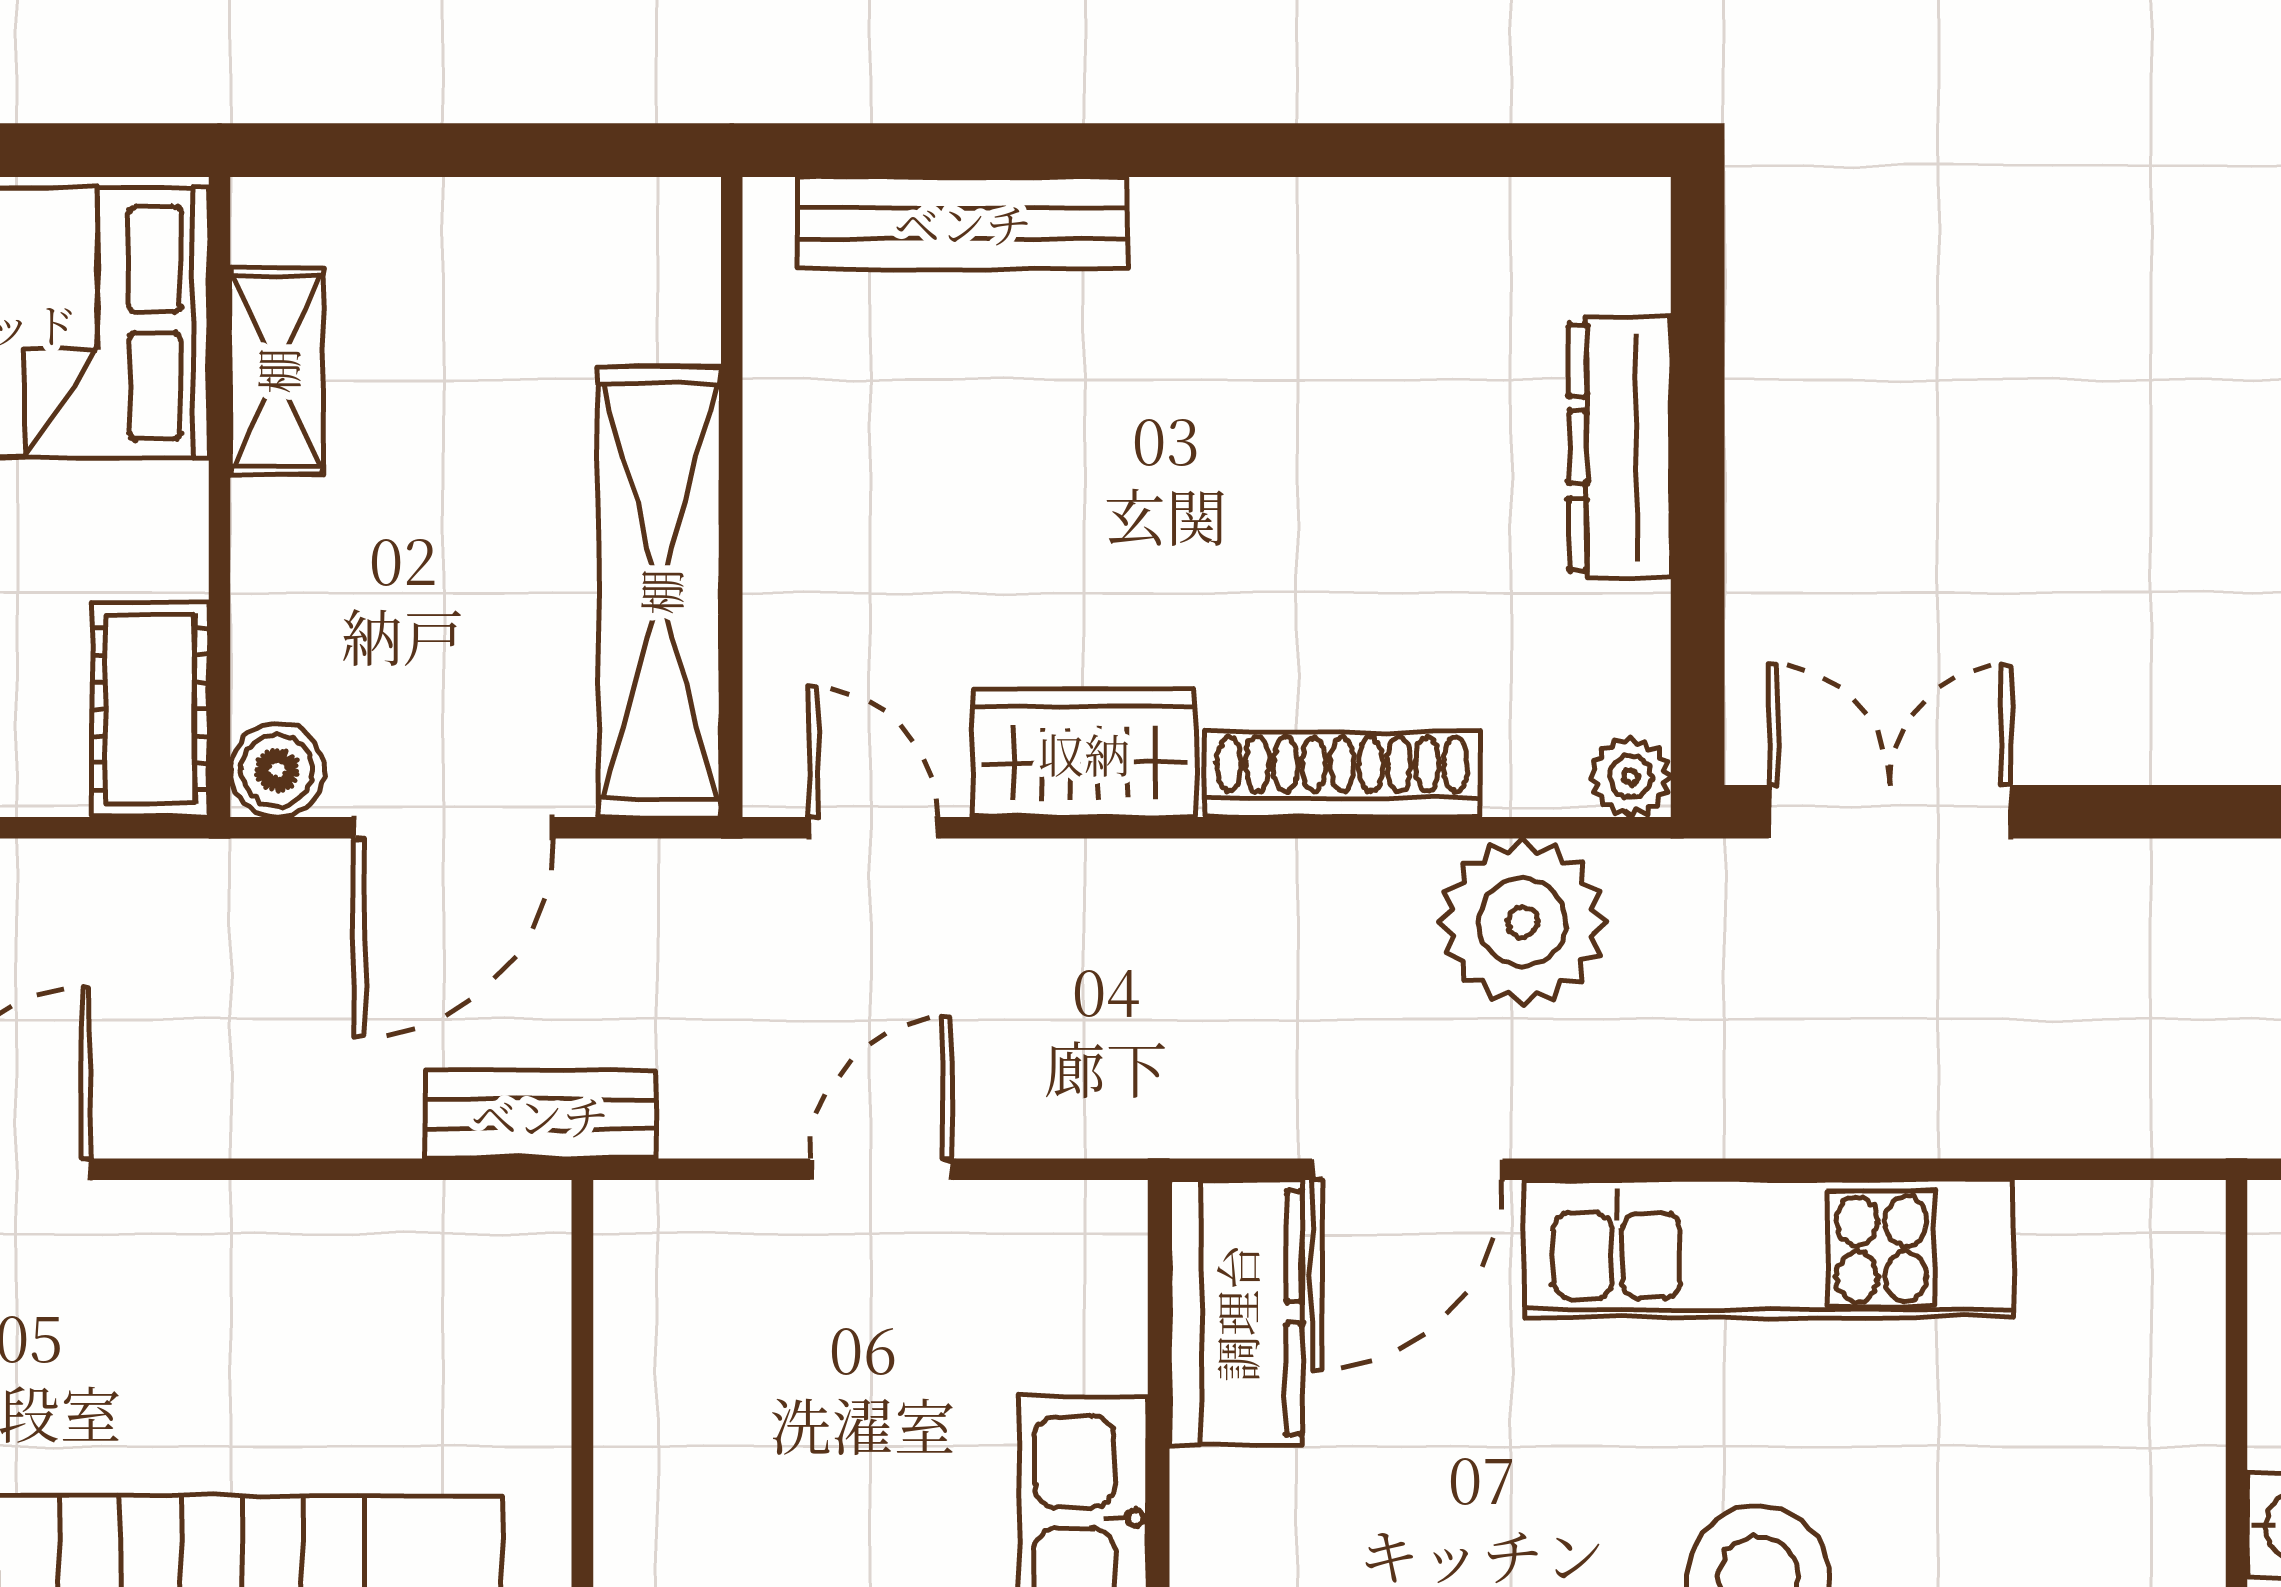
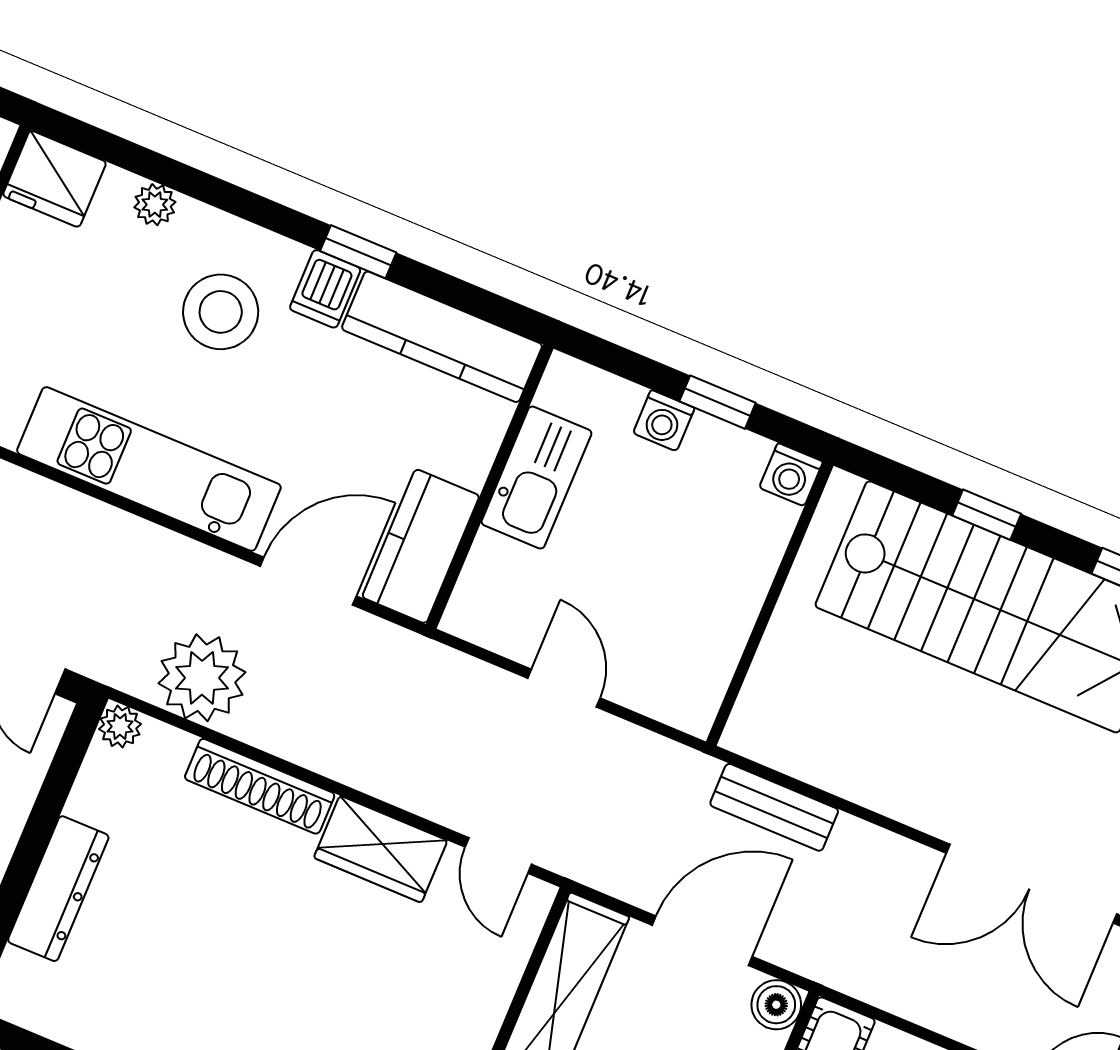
bench: (540, 1115) -> (774, 807), moved
door: (881, 1169) -> (564, 688), swing flipped

